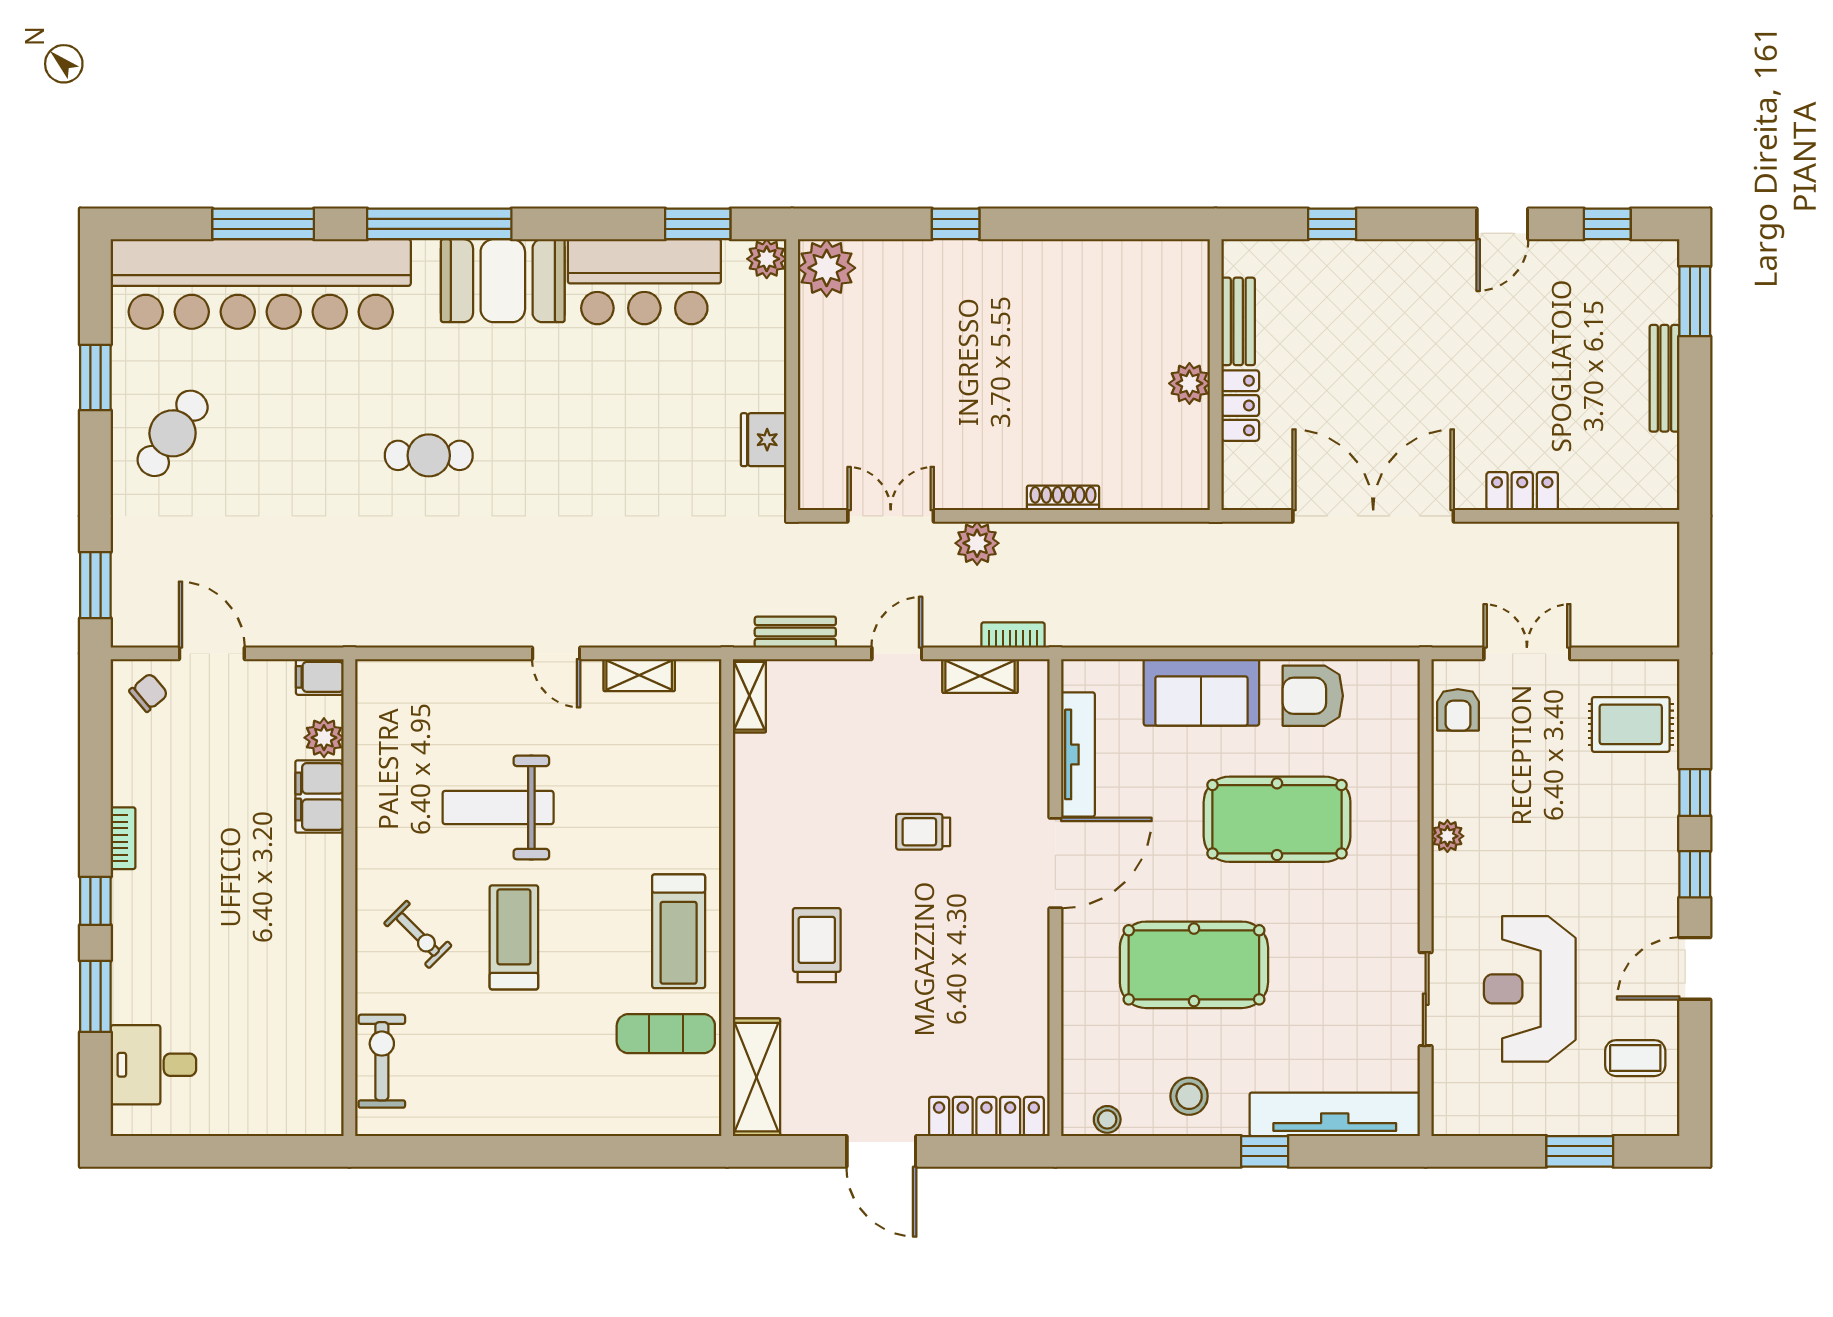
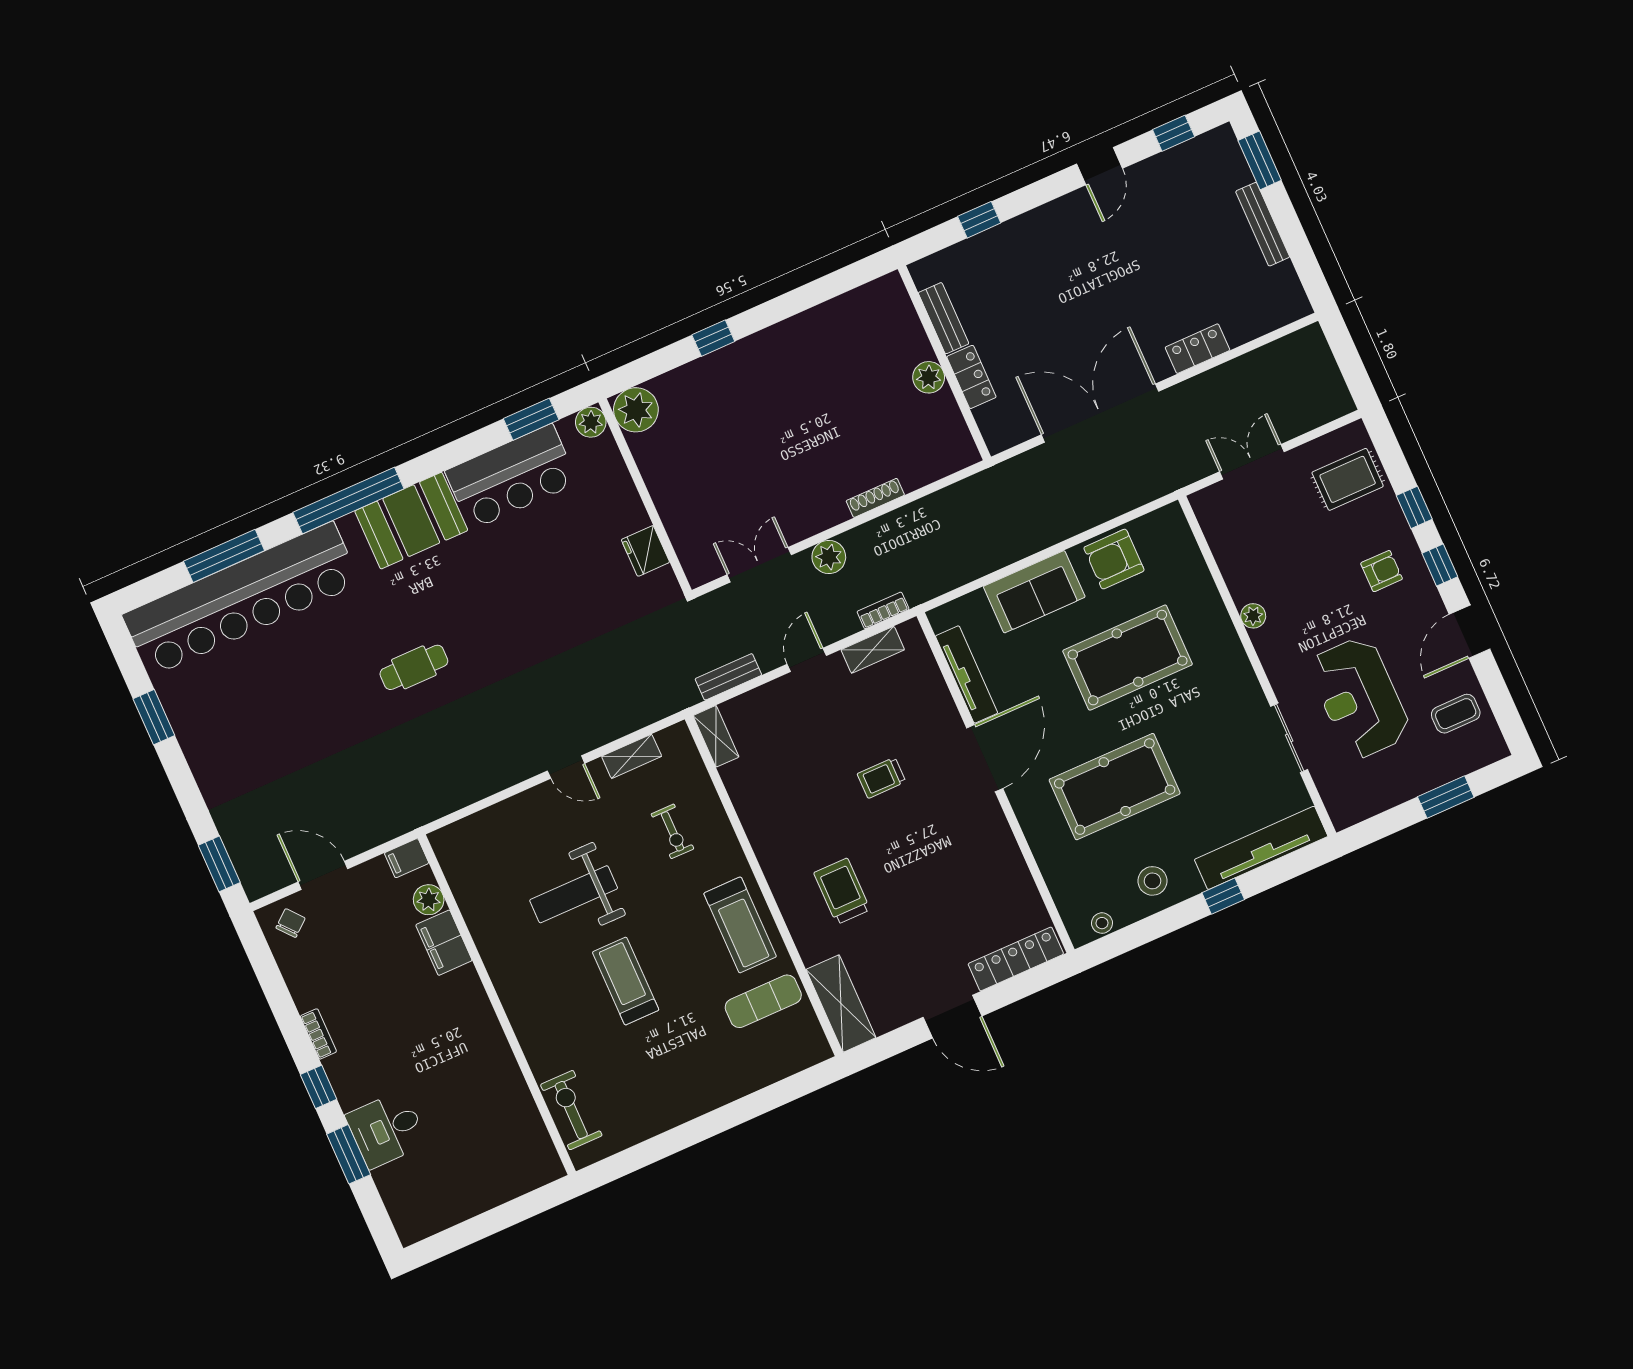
cafe table: (173, 433) -> (226, 732), removed
armchair: (1458, 710) -> (1382, 571), moved, turned -90
exercise bike: (418, 934) -> (672, 831), moved, turned 45
desk: (153, 1065) -> (387, 1129), moved

